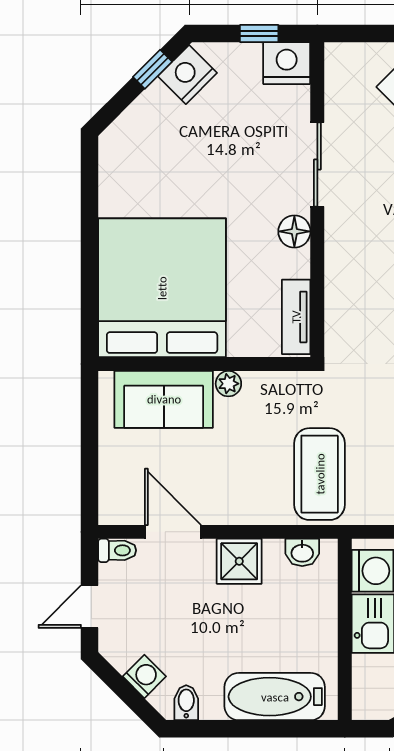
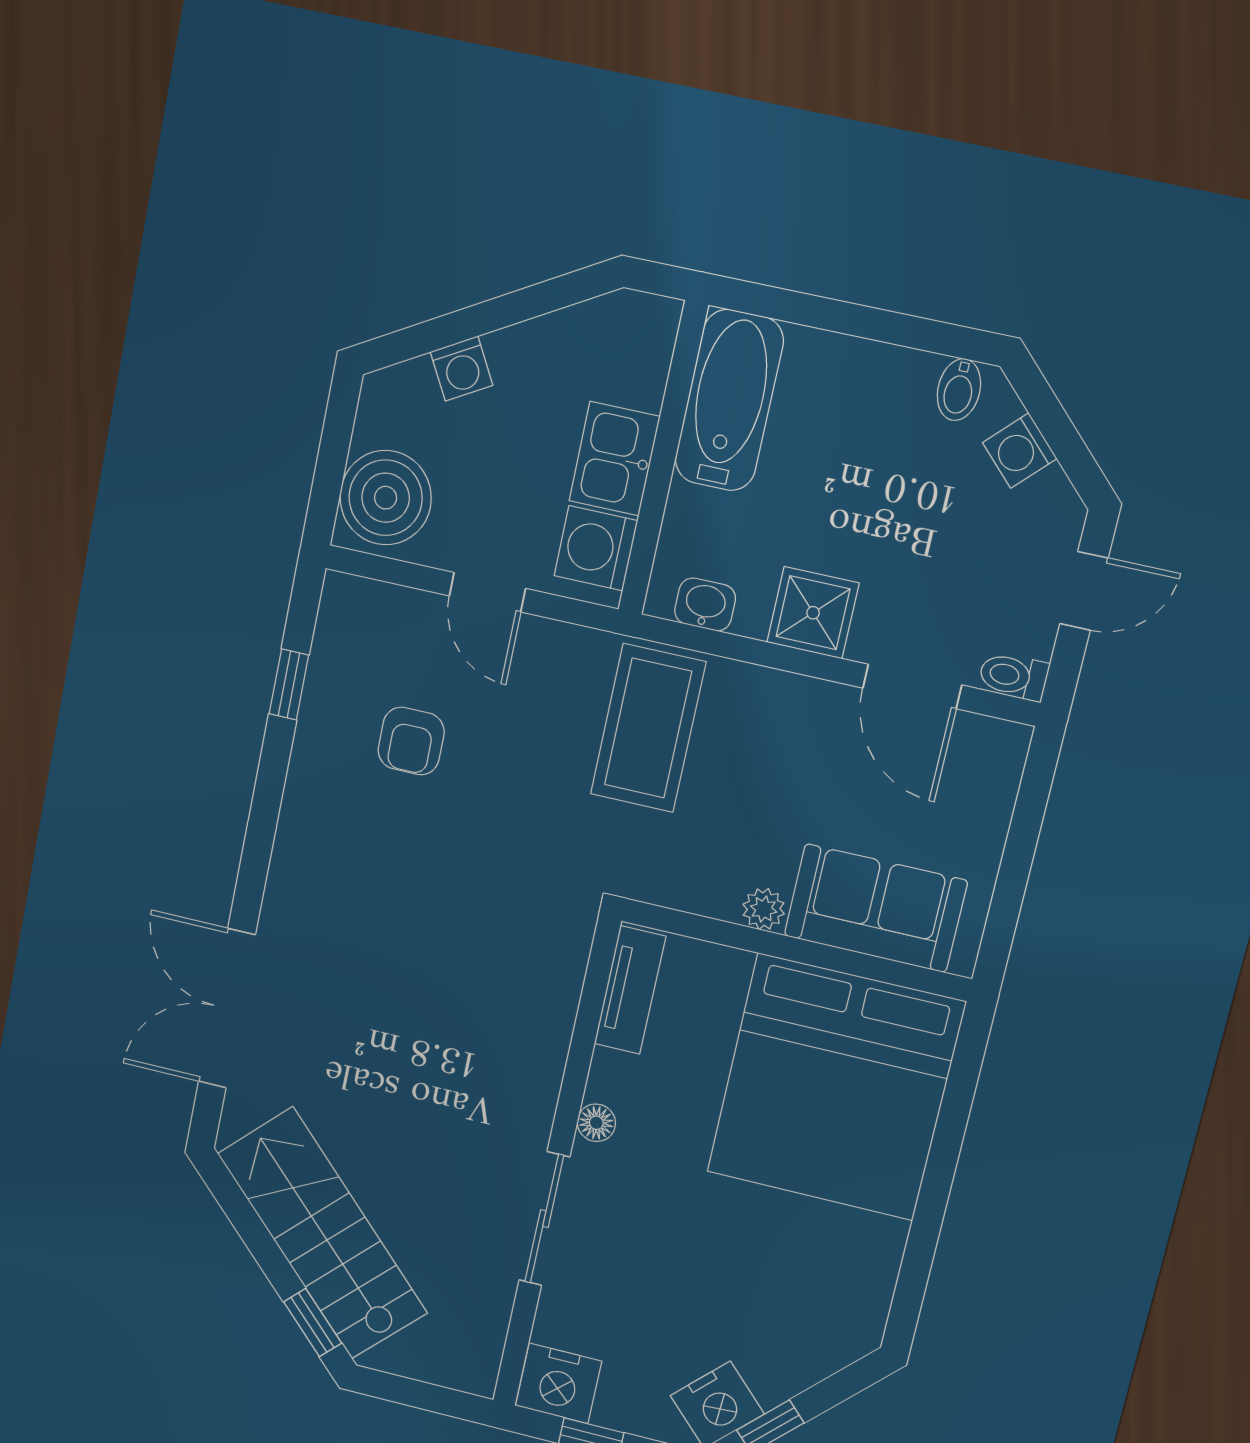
floor lamp: (294, 231) -> (596, 1123), width x0.73, depth x0.73
bathtub: (275, 697) -> (729, 400), moved, turned -90

